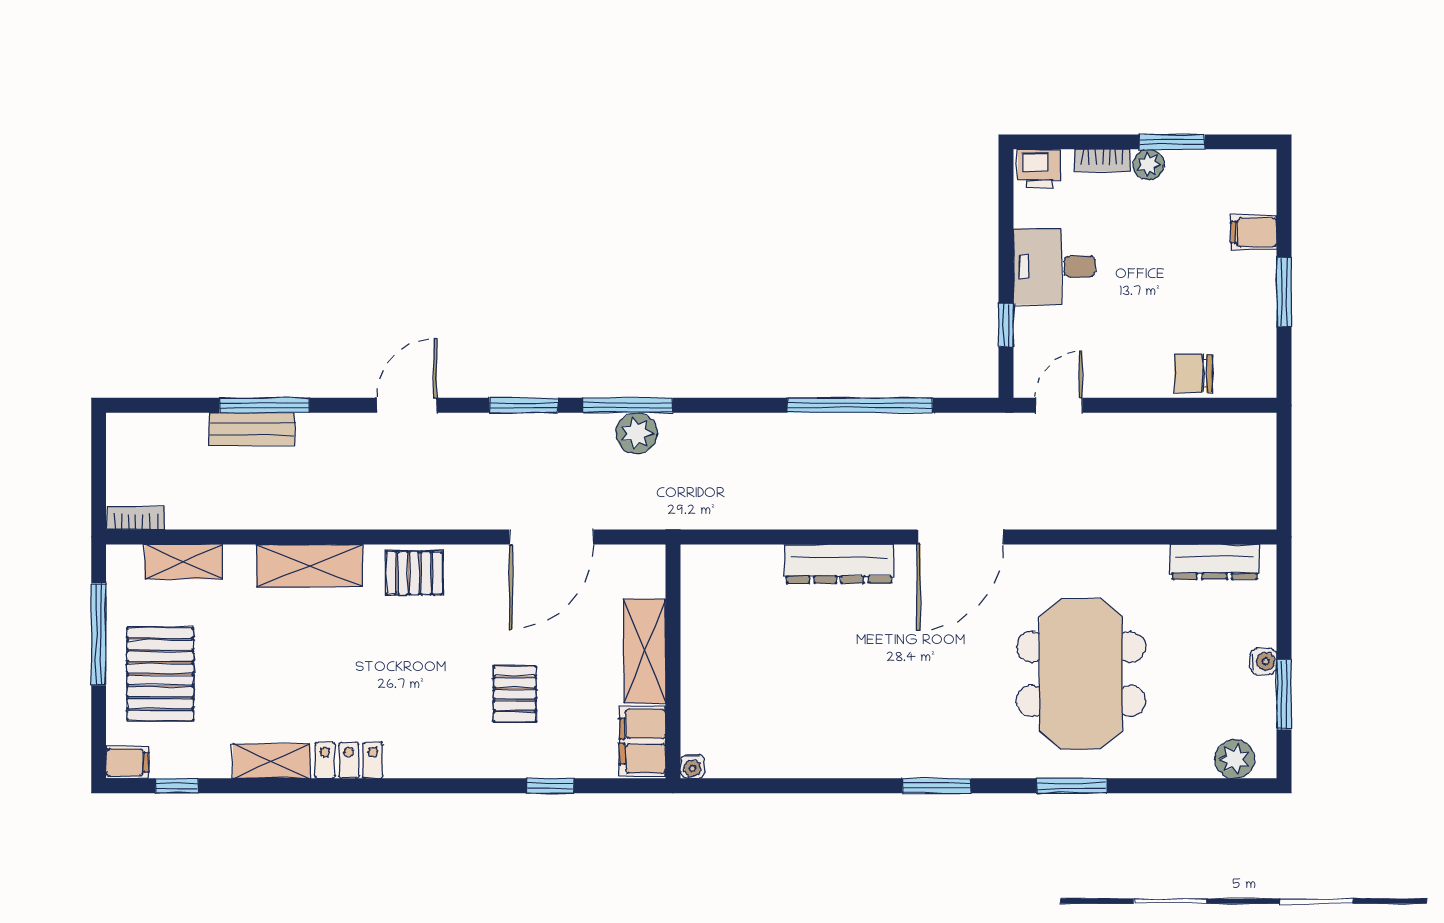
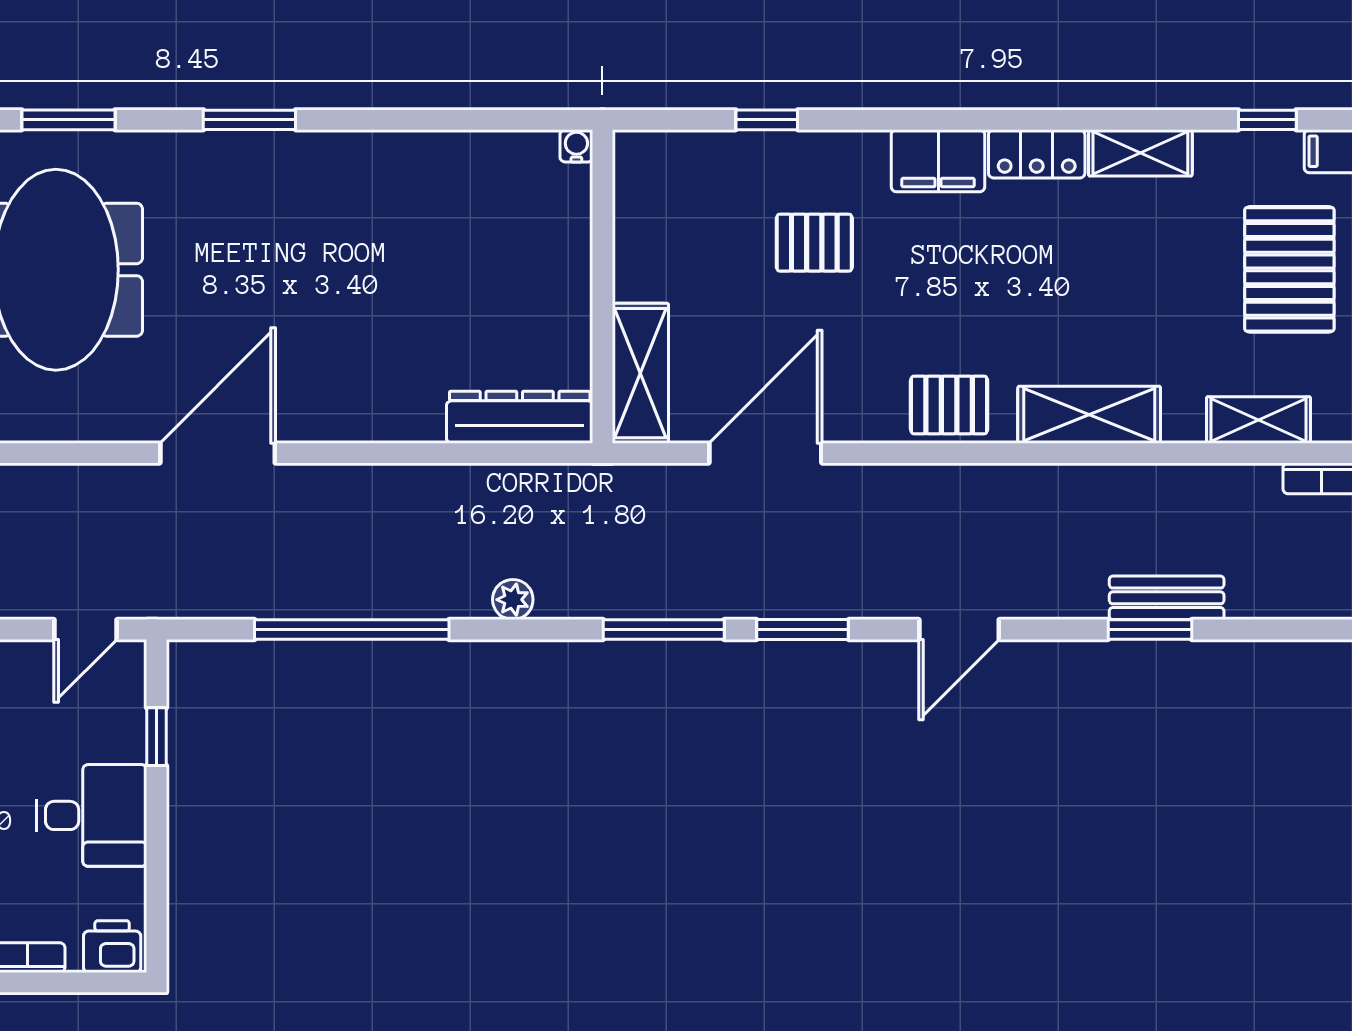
window: (264, 405) -> (1150, 629), width x0.69
plant: (637, 433) -> (513, 600), moved, width x0.73, depth x0.73
dresser: (839, 564) -> (520, 417), moved
shelving: (645, 651) -> (640, 373), moved
pallet: (515, 694) -> (814, 243), turned 90
filing cabinet: (642, 741) -> (938, 161), moved, turned 90

